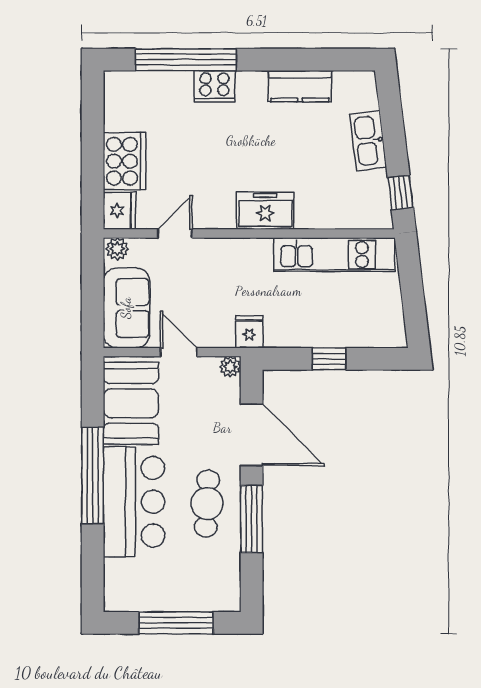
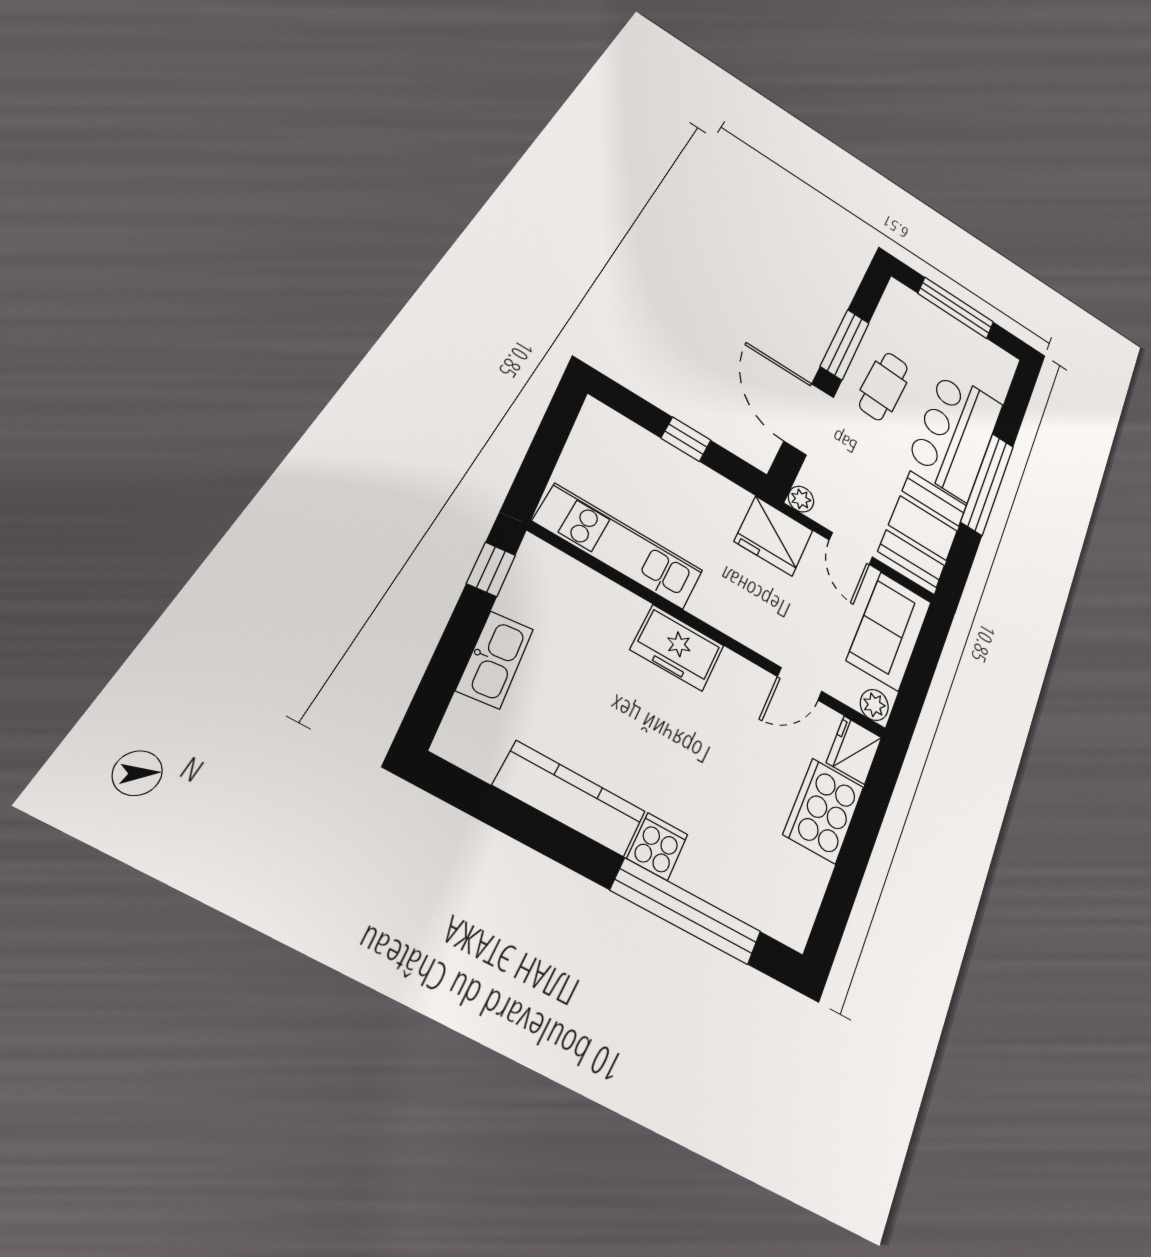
cooker: (214, 86) -> (657, 846), width x0.73
kitchen counter: (300, 86) -> (570, 798), width x1.50
fridge: (249, 332) -> (774, 536), width x1.88, depth x1.34

